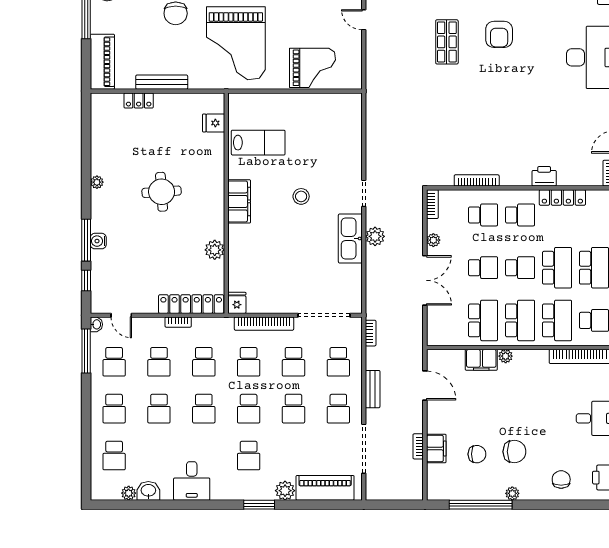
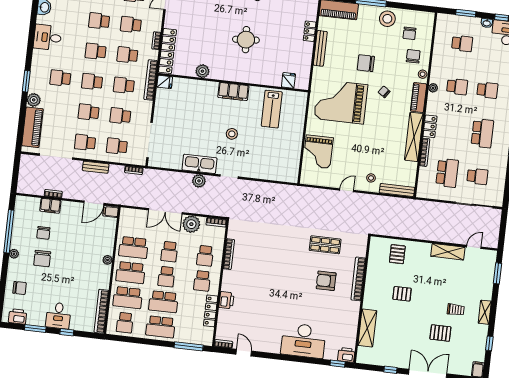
plant: (433, 240) -> (191, 224), width x1.88, depth x1.88
bookcase: (264, 324) -> (151, 80), moved
filing cabinet: (481, 360) -> (111, 212), moved, width x0.50

